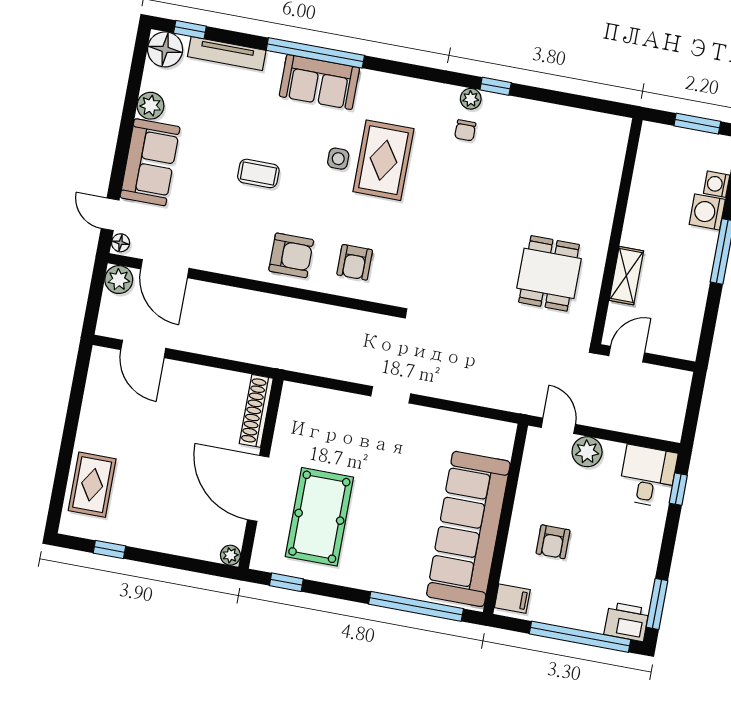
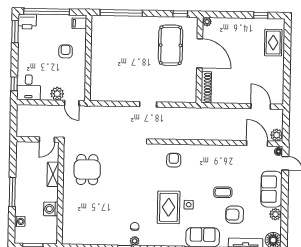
washing machine: (707, 212) -> (51, 209), moved, turned 180
armchair: (291, 255) -> (235, 215), moved
sofa: (468, 529) -> (104, 51), removed

